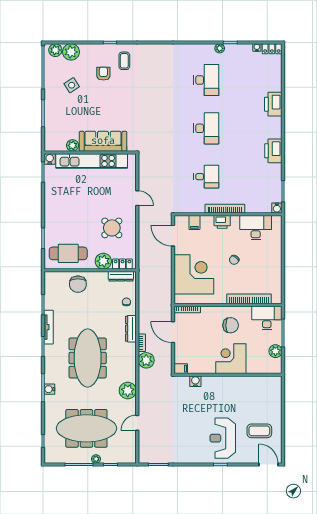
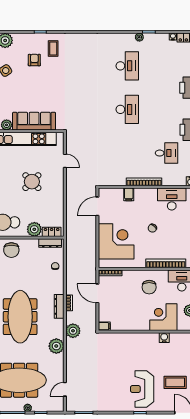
desk: (206, 177) -> (167, 153), moved
door: (137, 198) -> (65, 161), moved
filing cabinet: (194, 222) -> (129, 194), moved
printer: (222, 222) -> (142, 194), removed
round table: (112, 228) -> (32, 182), moved
door: (173, 236) -> (97, 206), hinge flipped
chair: (231, 325) -> (149, 287), turned 90
dresser: (131, 329) -> (59, 306), moved
corner desk: (231, 359) -> (163, 317), moved
plant: (146, 360) -> (73, 331), moved
water cooler: (195, 381) -> (164, 338), moved
door: (137, 423) -> (65, 389), moved

